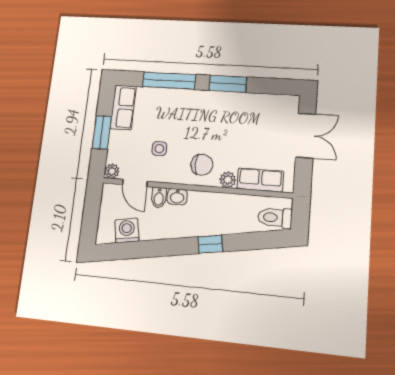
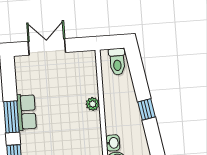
chair: (202, 165) -> (83, 127), removed
row of seats: (260, 180) -> (26, 112), moved, turned 180

